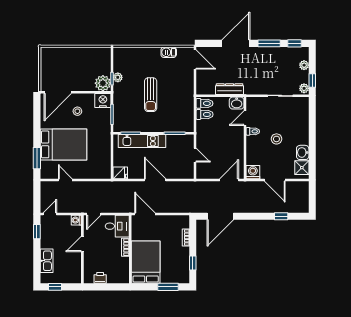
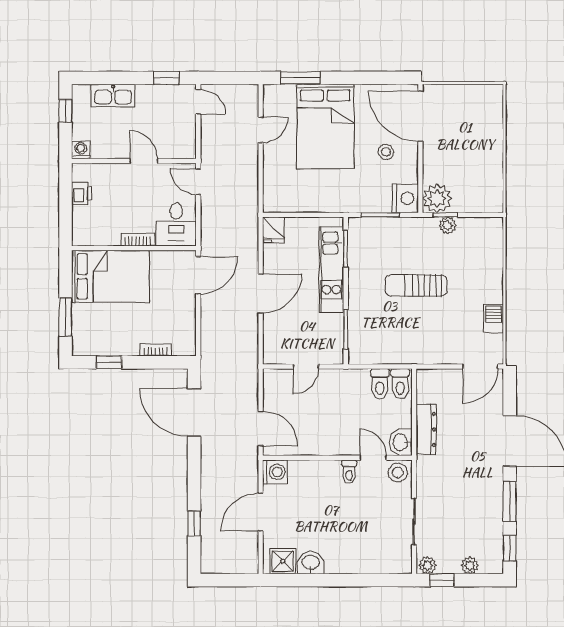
stool: (276, 139) -> (398, 473), moved
washing machine: (76, 220) -> (81, 150), moved

